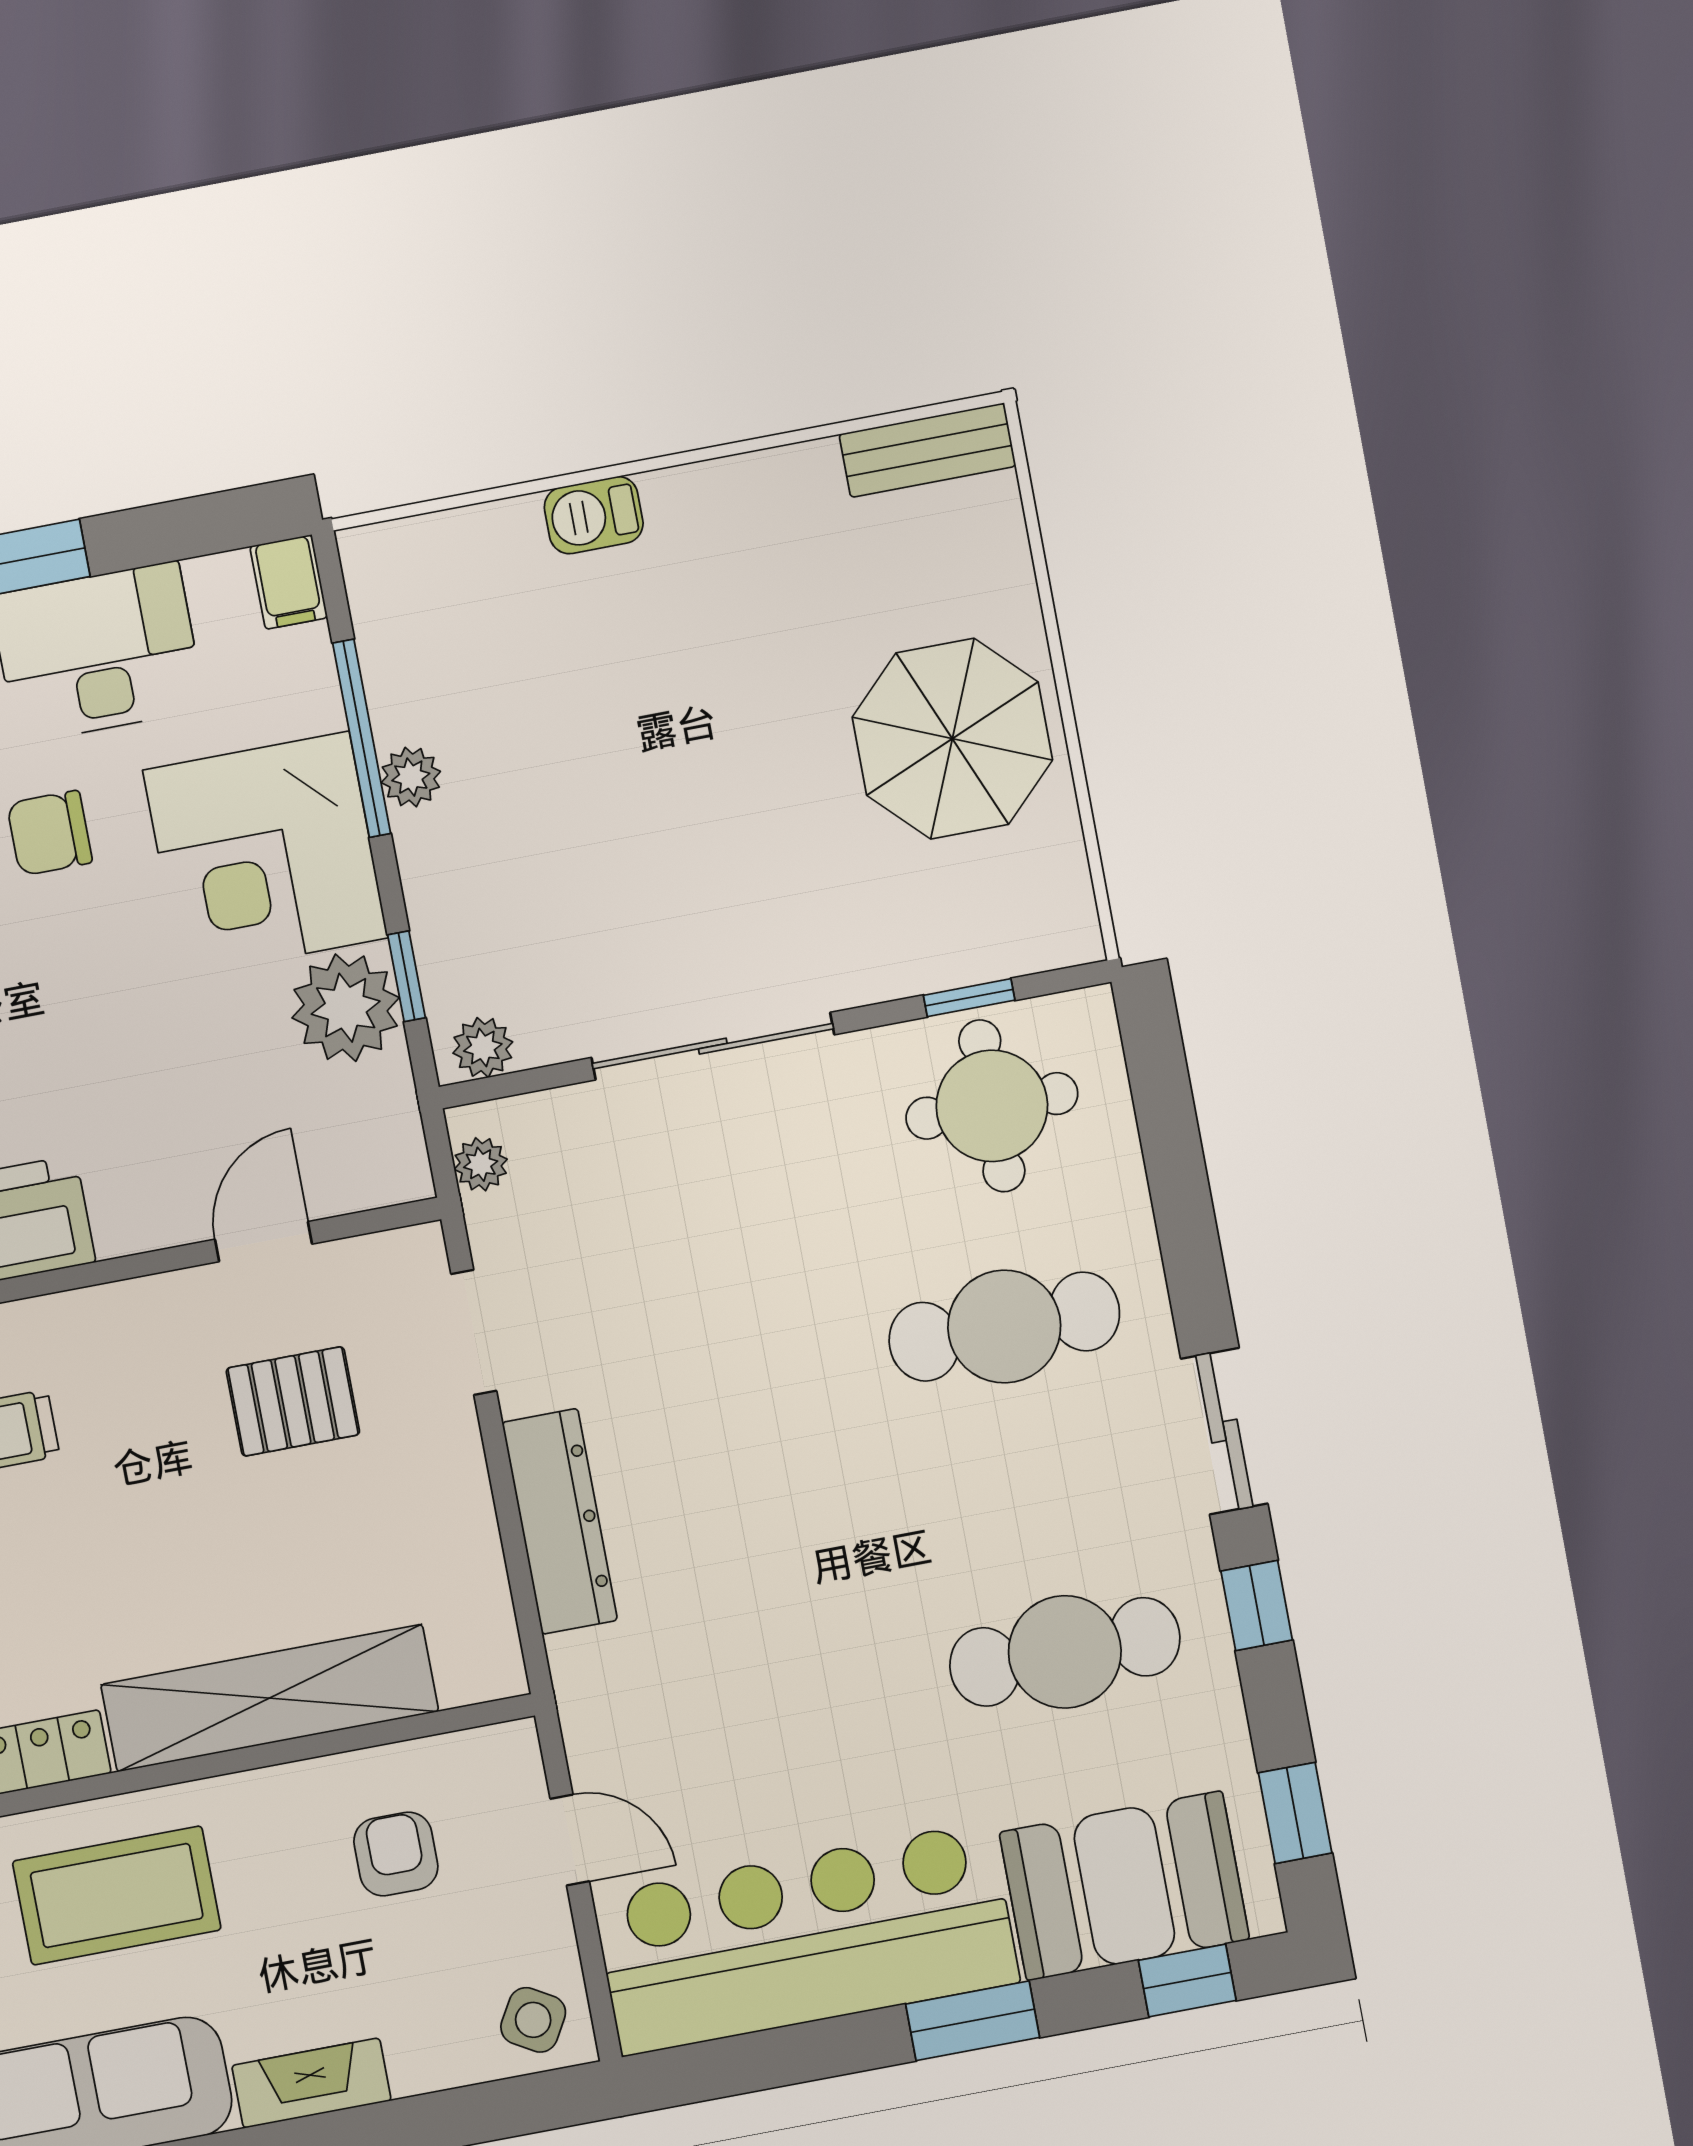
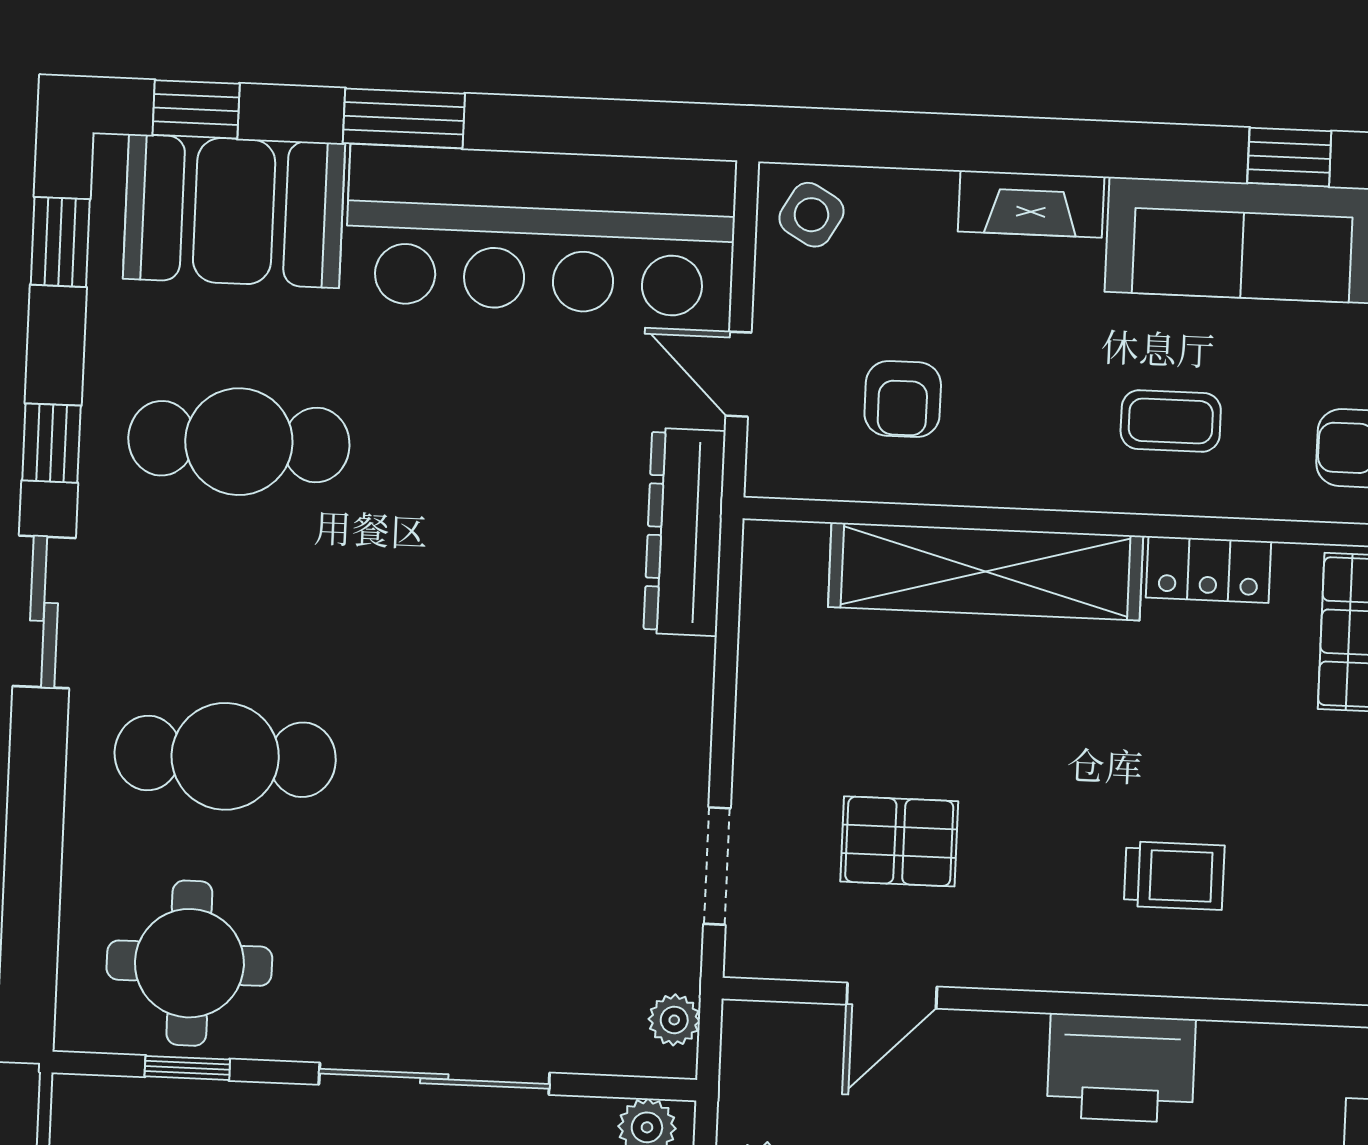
dresser: (560, 1521) -> (685, 532), moved
coffee table: (117, 1896) -> (1171, 421), width x0.54, depth x0.58

